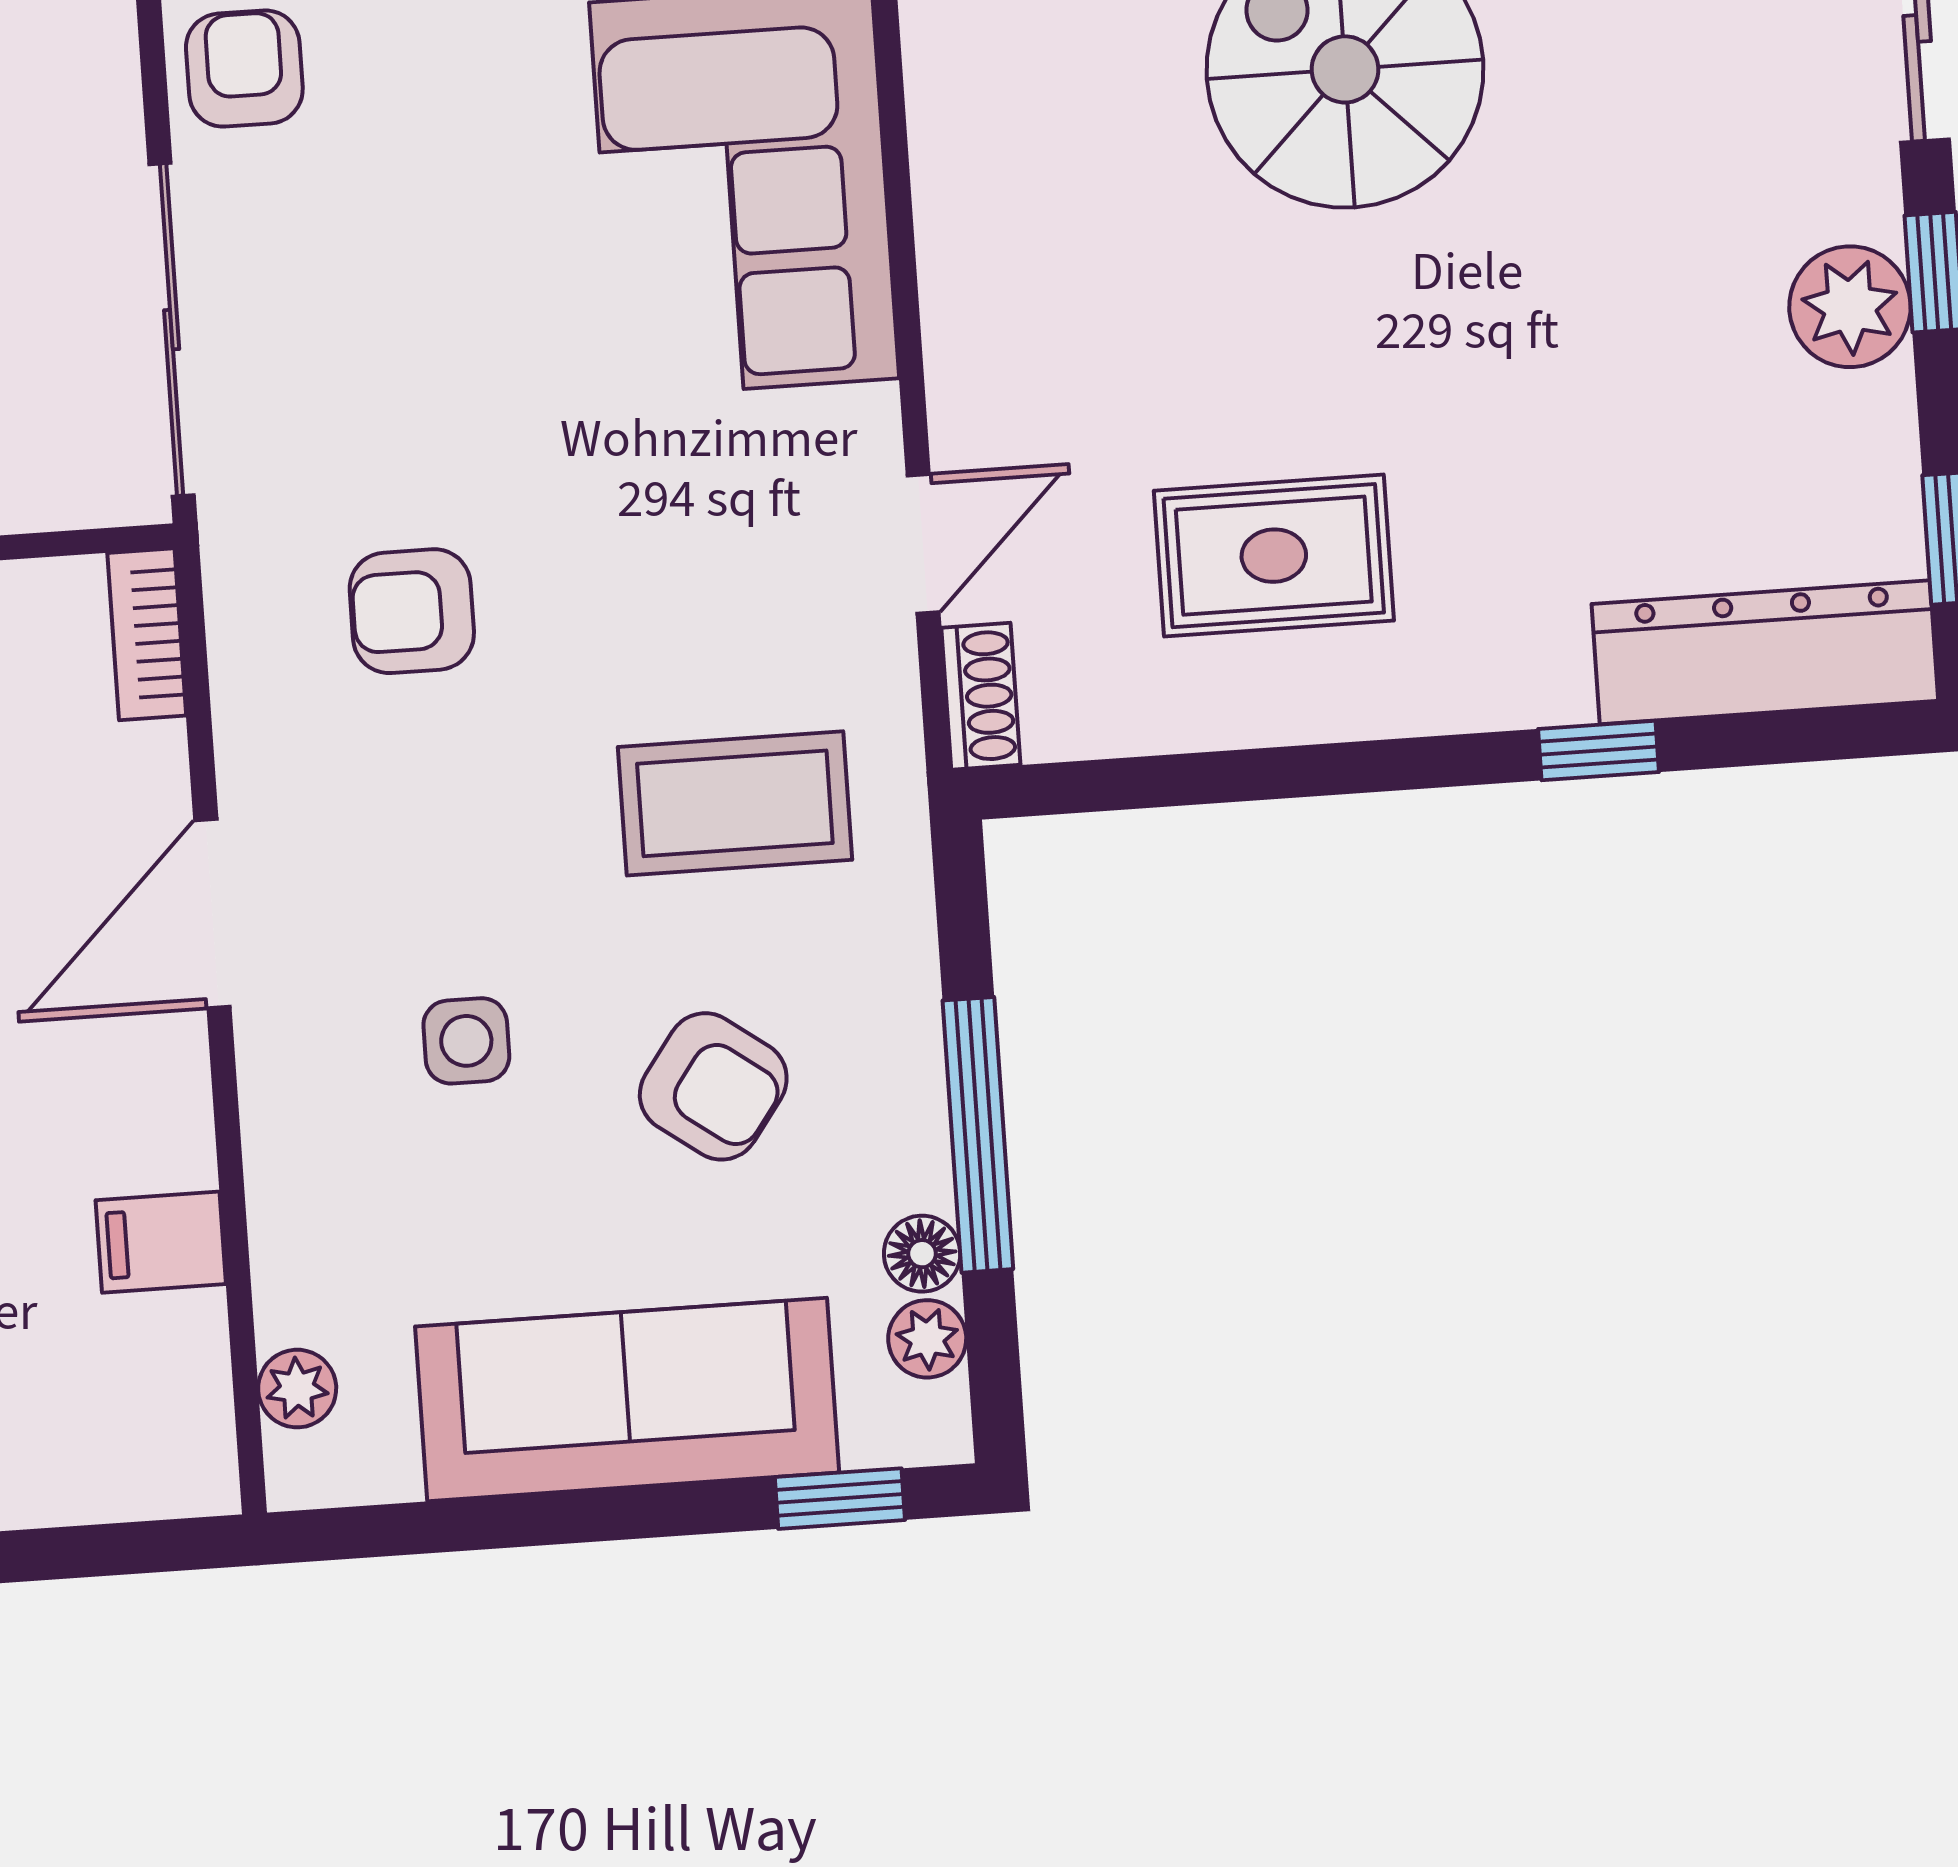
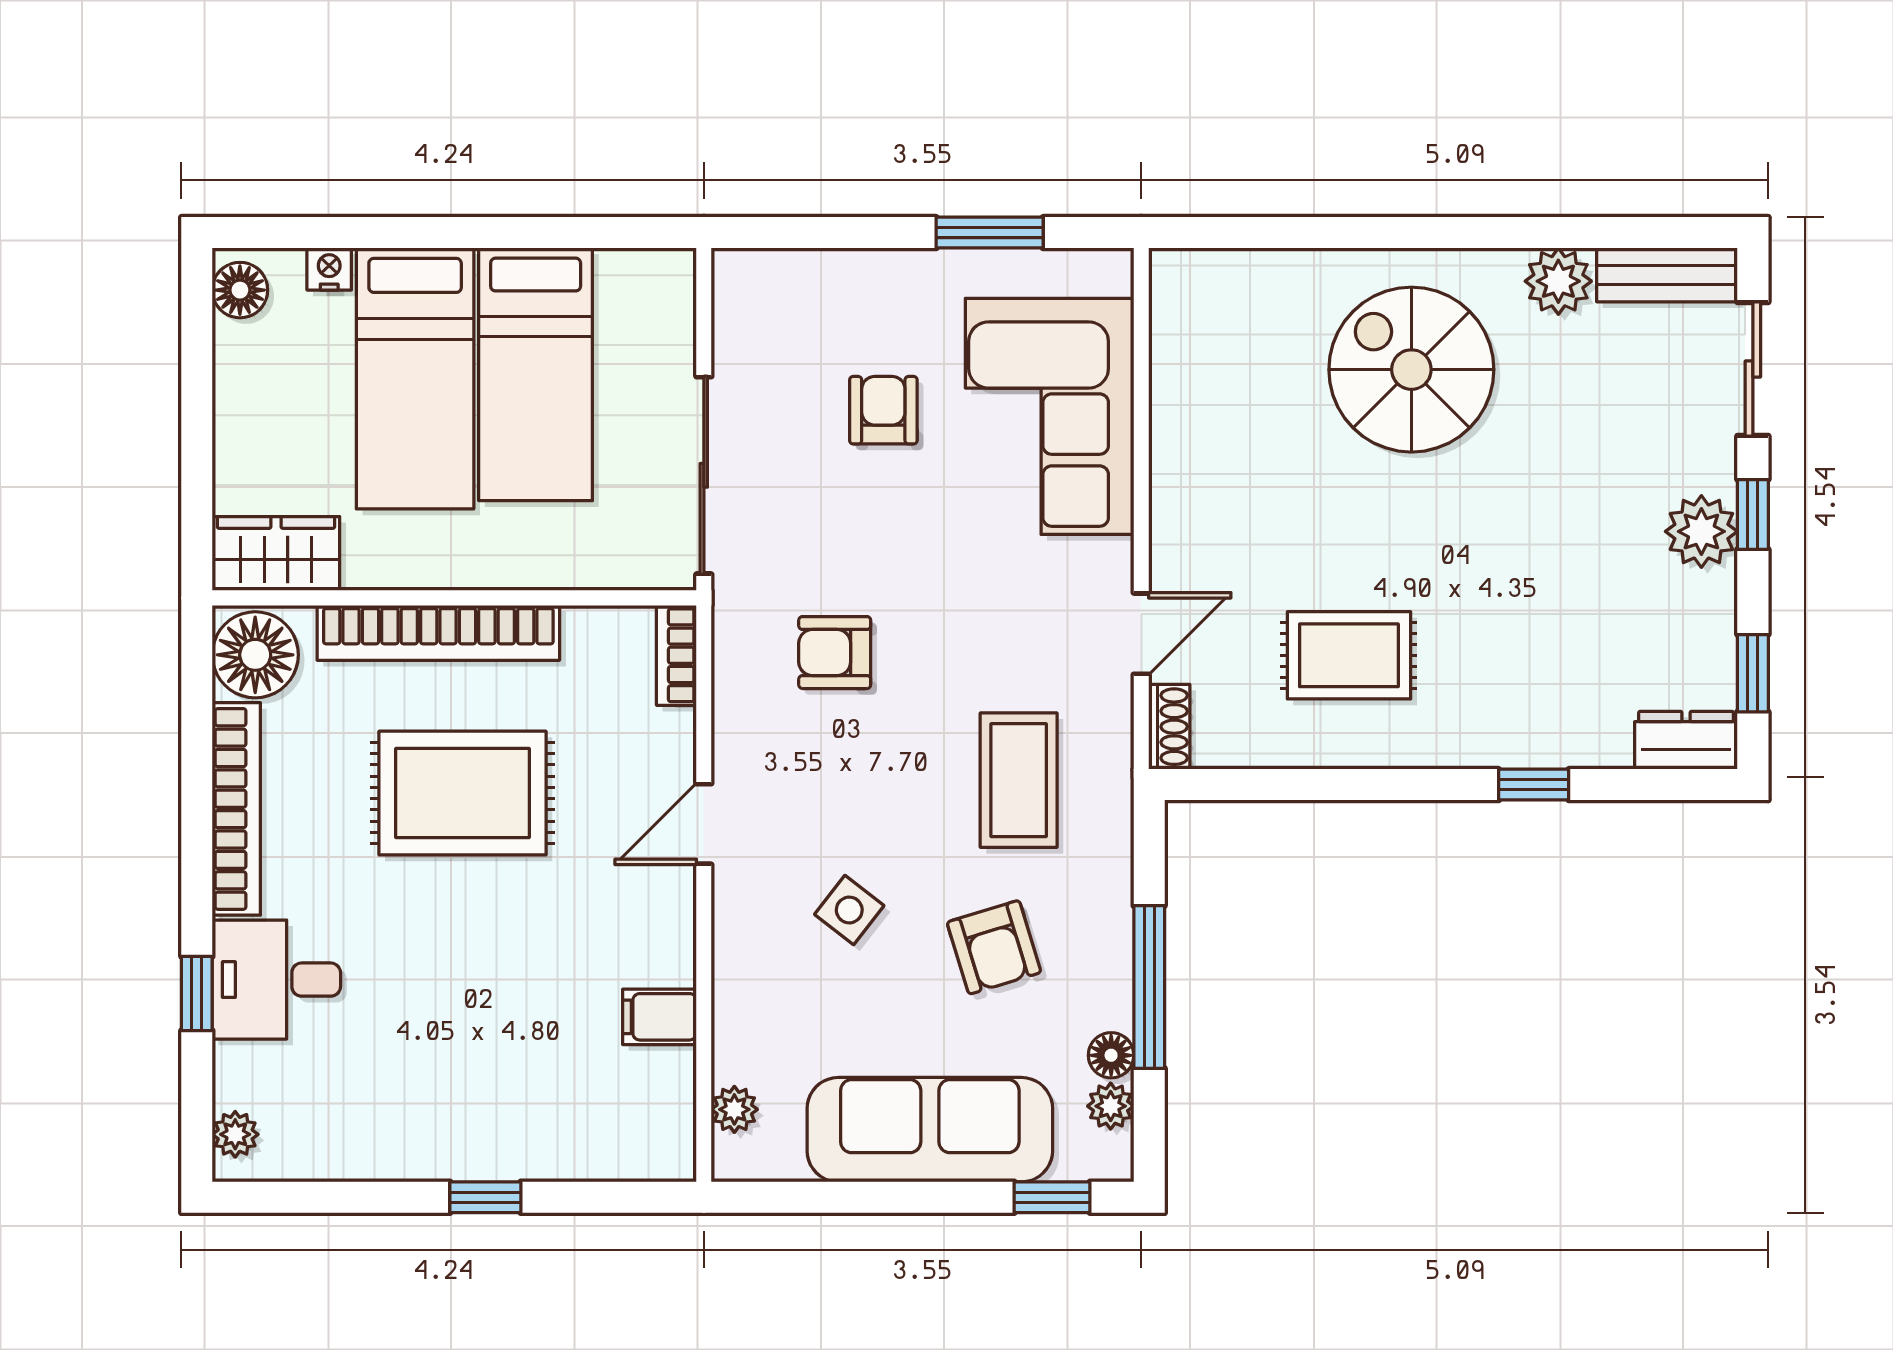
armchair: (244, 69) -> (883, 410), moved
dresser: (1765, 652) -> (1686, 740), width x0.51, depth x0.80
coffee table: (735, 803) -> (1019, 780), turned 90
door: (212, 914) -> (704, 824), width x0.73
side table: (466, 1041) -> (849, 910), turned 38
armchair: (713, 1086) -> (994, 947), turned 37

